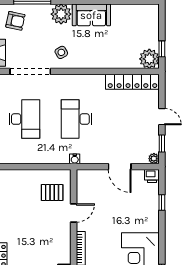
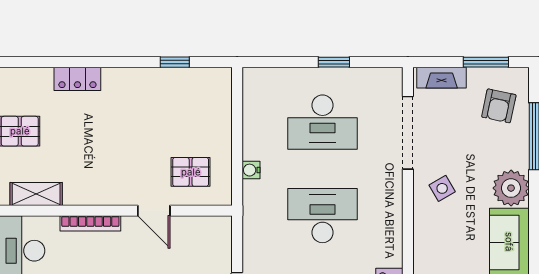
water cooler: (75, 159) -> (251, 170), moved
pallet: (52, 193) -> (191, 172), turned 90

